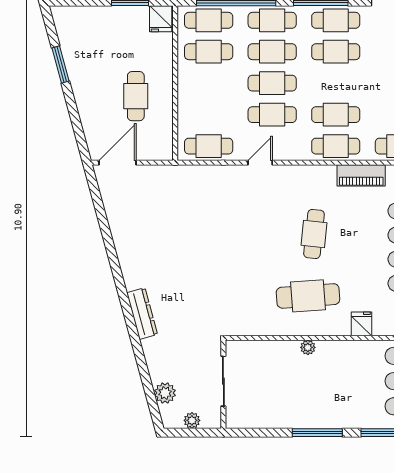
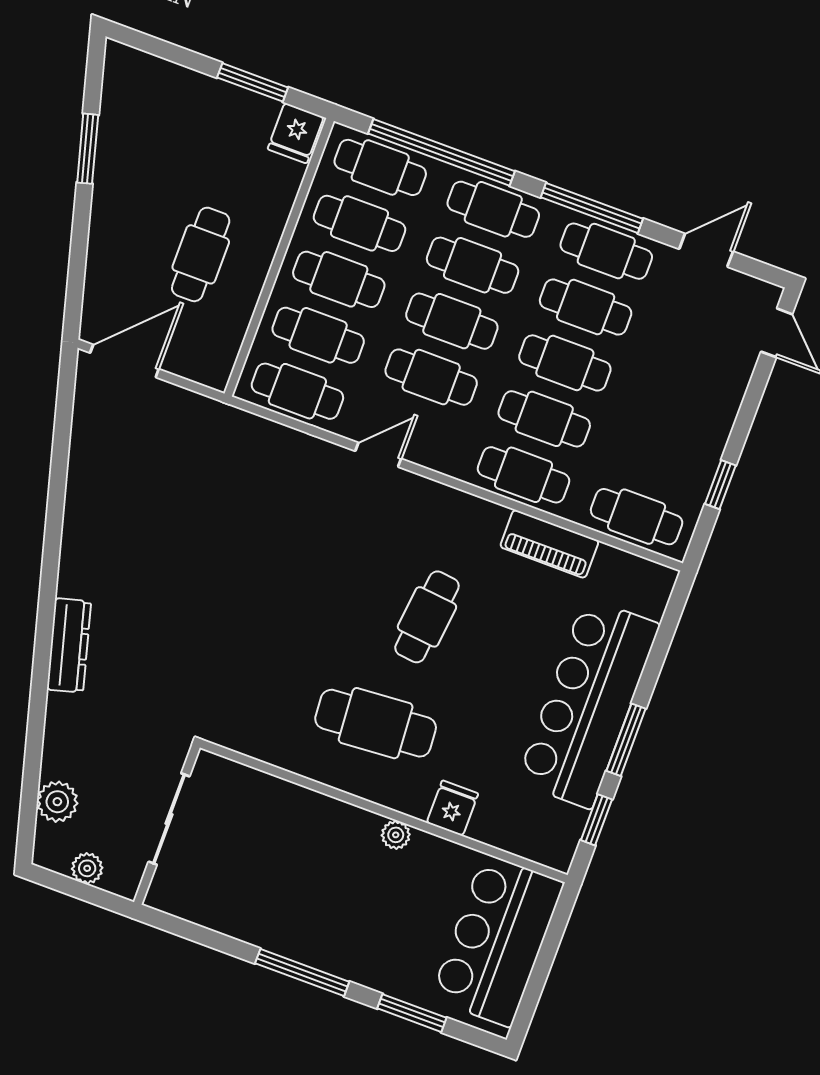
cafe table: (209, 83) -> (339, 279), added
cafe table: (336, 83) -> (565, 363), added
cafe table: (209, 115) -> (318, 335), added
plant: (308, 347) -> (396, 835), moved

